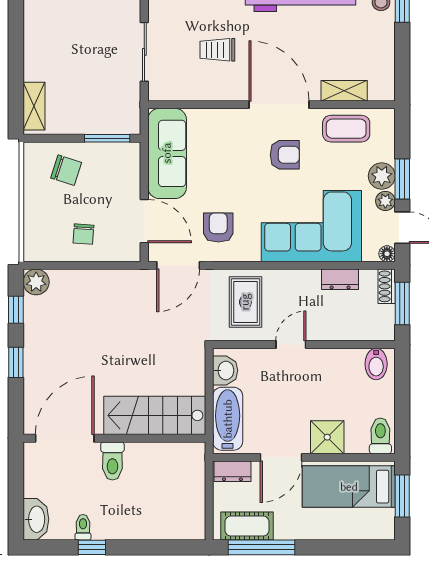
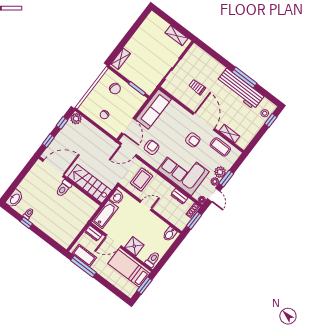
stairs: (155, 415) -> (90, 184), moved
door: (65, 438) -> (53, 168), moved
wall: (114, 438) -> (70, 181), moved
toilet: (112, 461) -> (64, 188), moved

